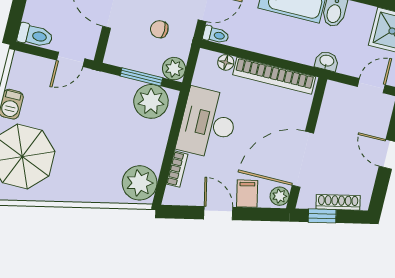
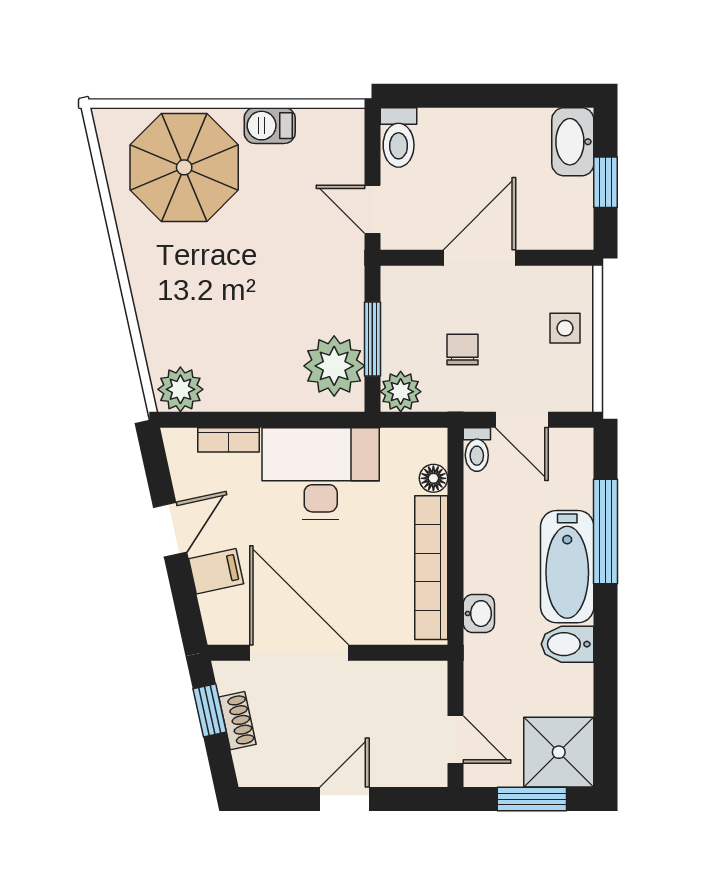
washbasin: (327, 61) -> (479, 614), moved
plant: (140, 183) -> (180, 389), width x0.73, depth x0.73
plant: (280, 196) -> (226, 628), removed
shoe rack: (338, 202) -> (237, 721), width x0.70

